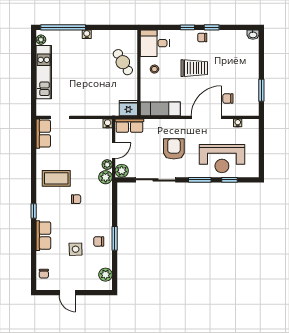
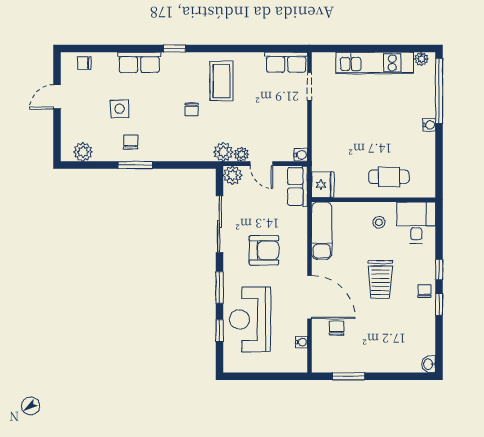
cafe table: (123, 62) -> (389, 177), turned 31

